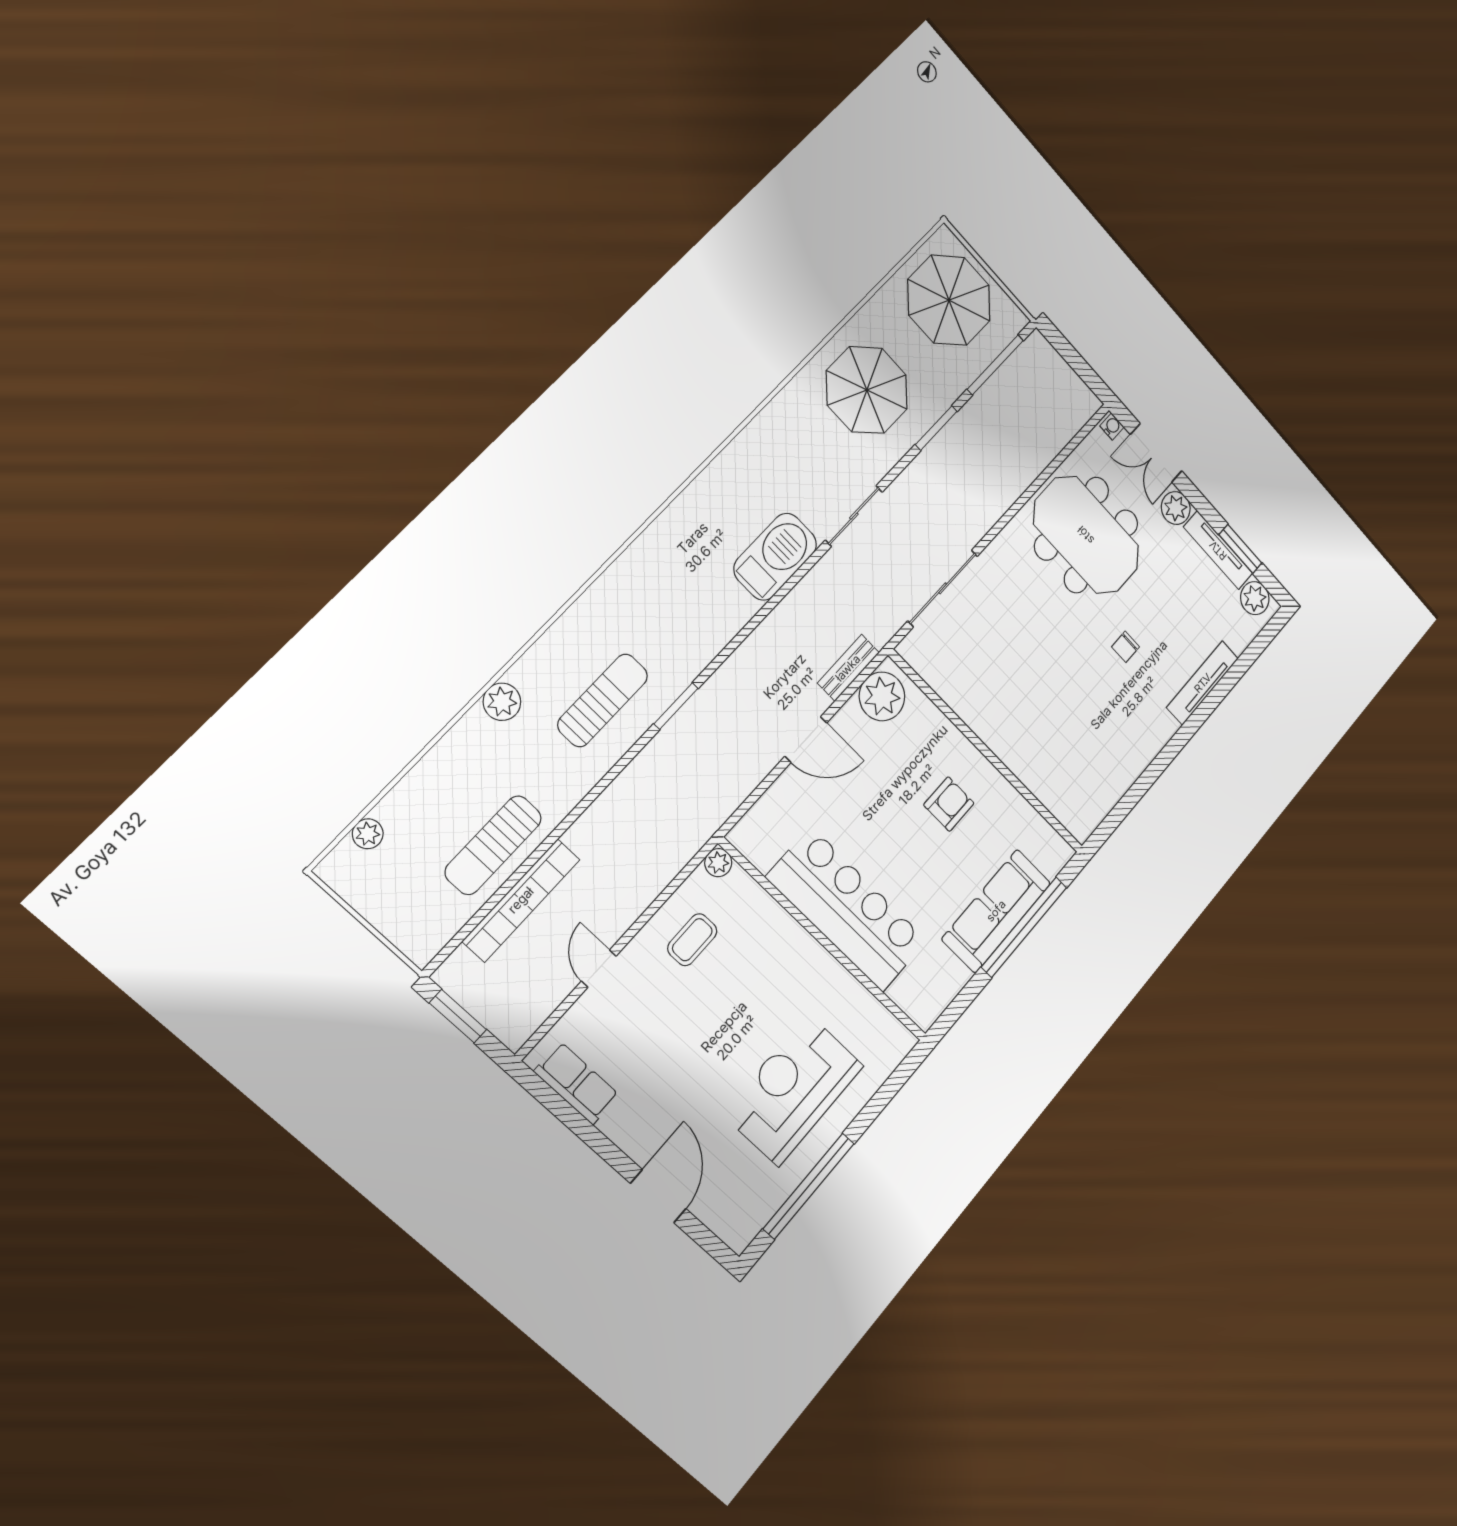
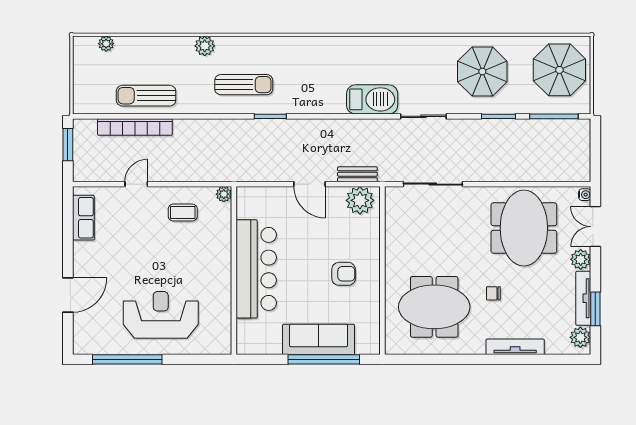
meeting table: (1080, 732) -> (434, 307), added

